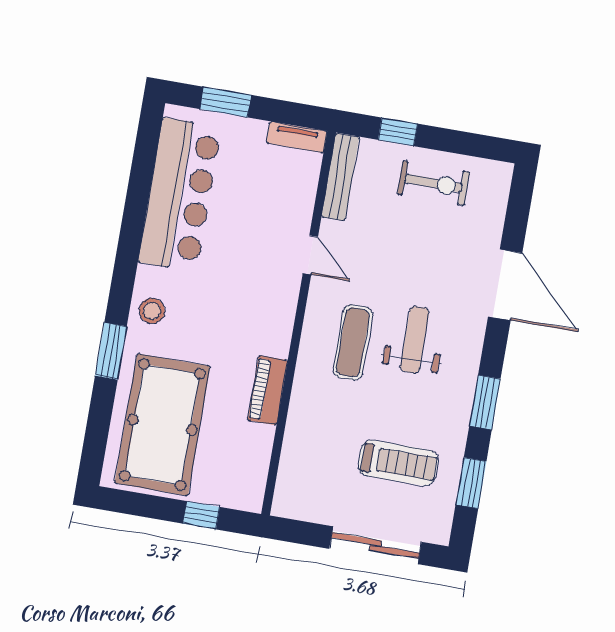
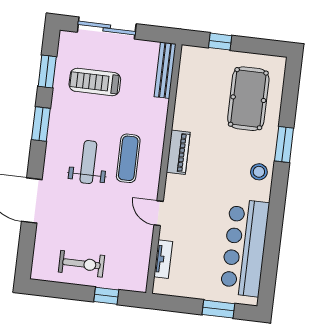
tv unit: (297, 137) -> (163, 259), moved, turned 90
bench: (340, 177) -> (165, 70), moved
exercise bike: (434, 183) -> (81, 264), turned 180
weight bench: (415, 340) -> (88, 162), turned 180
piano: (268, 390) -> (178, 152), moved
pool table: (162, 425) -> (248, 99), width x0.73, depth x0.76

